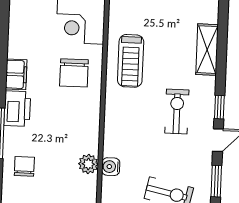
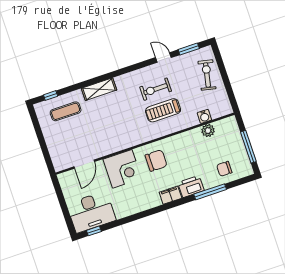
shelving: (207, 50) -> (99, 89), moved
treadmill: (131, 61) -> (163, 110), moved, turned 180
window: (219, 107) -> (143, 64), removed

